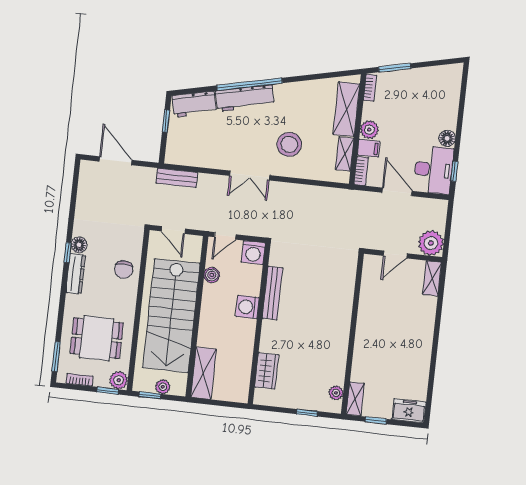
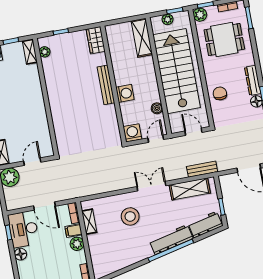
shelving: (346, 109) -> (190, 189), moved, turned 90
bench: (273, 293) -> (106, 85), moved
wardrobe: (267, 371) -> (96, 40), moved

